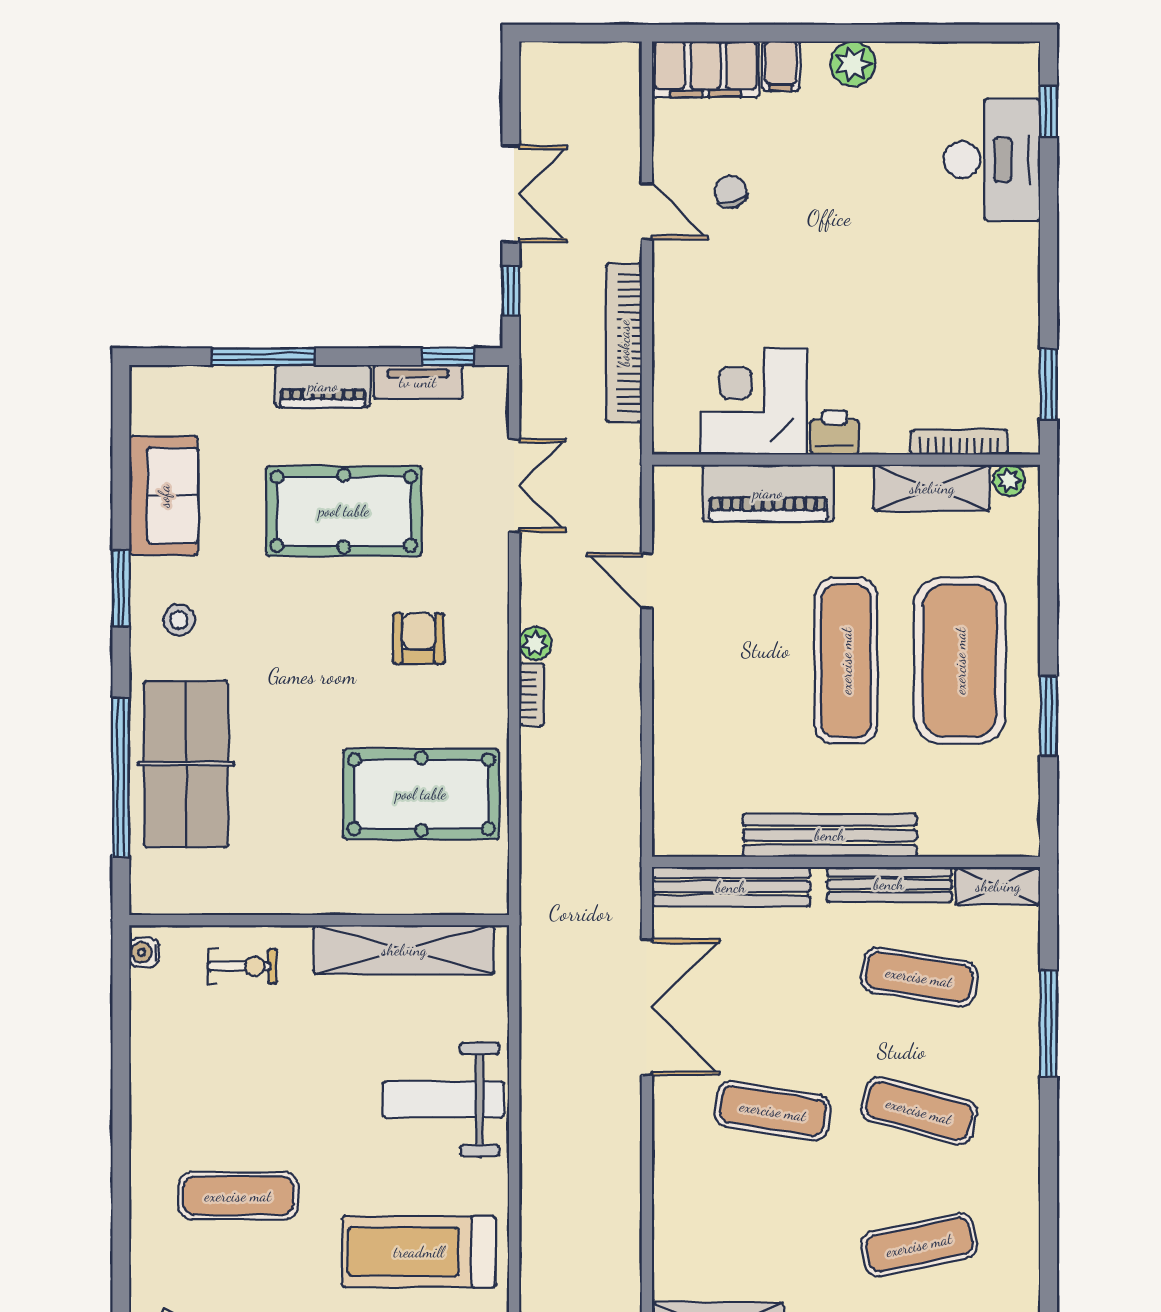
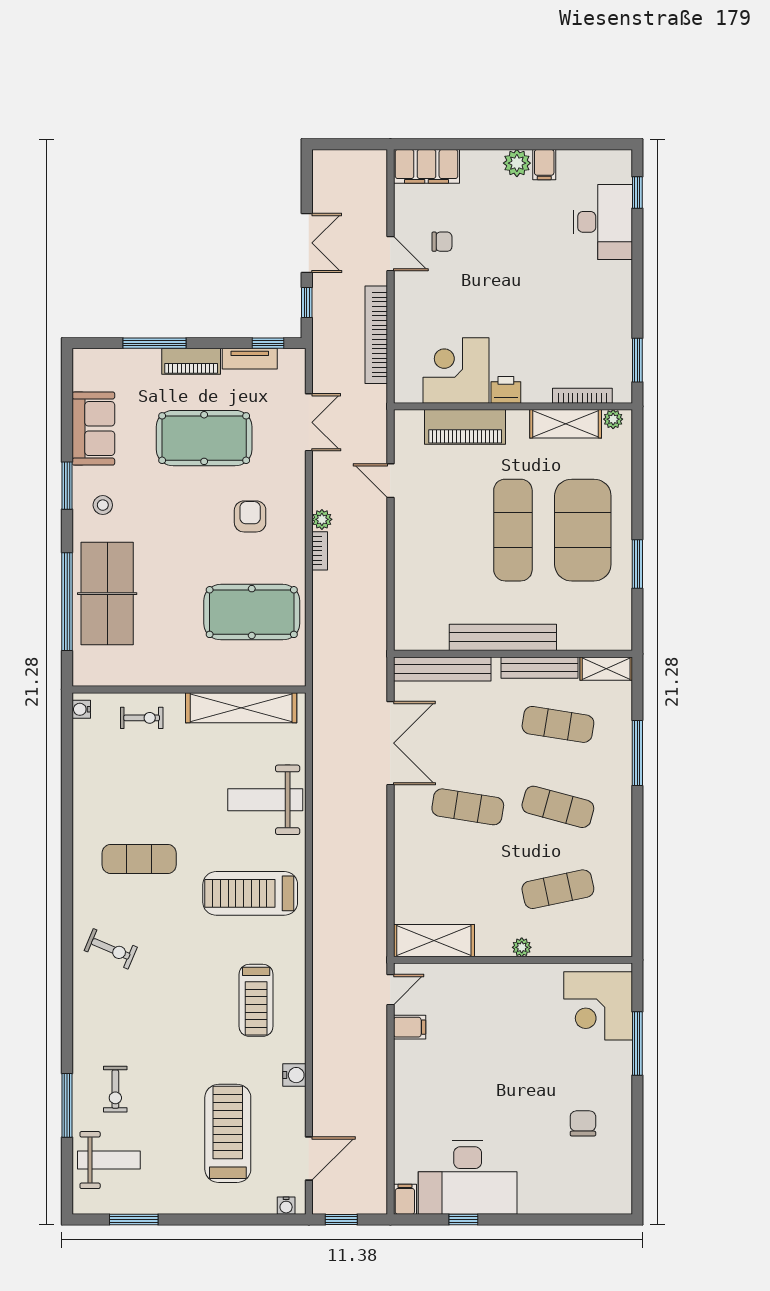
filing cabinet: (781, 66) -> (544, 165), moved
chair: (731, 192) -> (442, 242), turned 106

